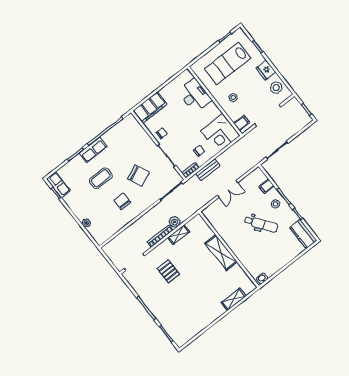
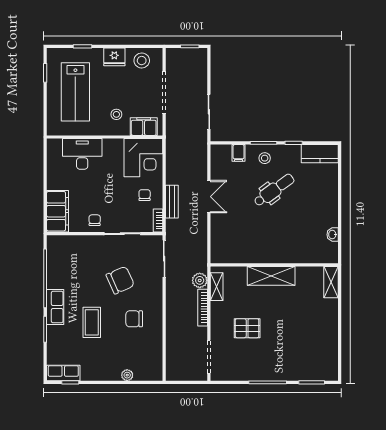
filing cabinet: (242, 123) -> (144, 127), width x2.00
wall: (229, 249) -> (274, 265), moved
shelving: (221, 253) -> (271, 276), moved

